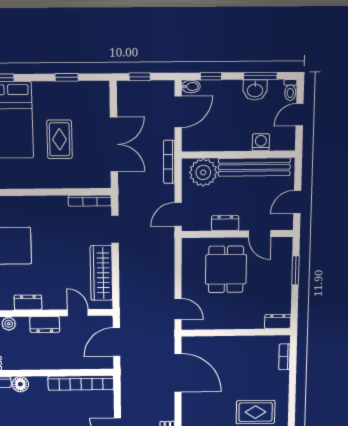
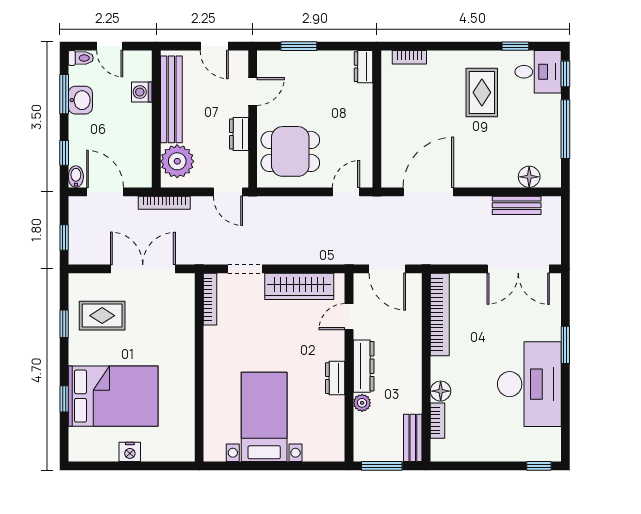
rug: (60, 139) -> (102, 316), moved
dining table: (226, 269) -> (290, 151), moved
dresser: (45, 324) -> (364, 366), width x1.44

